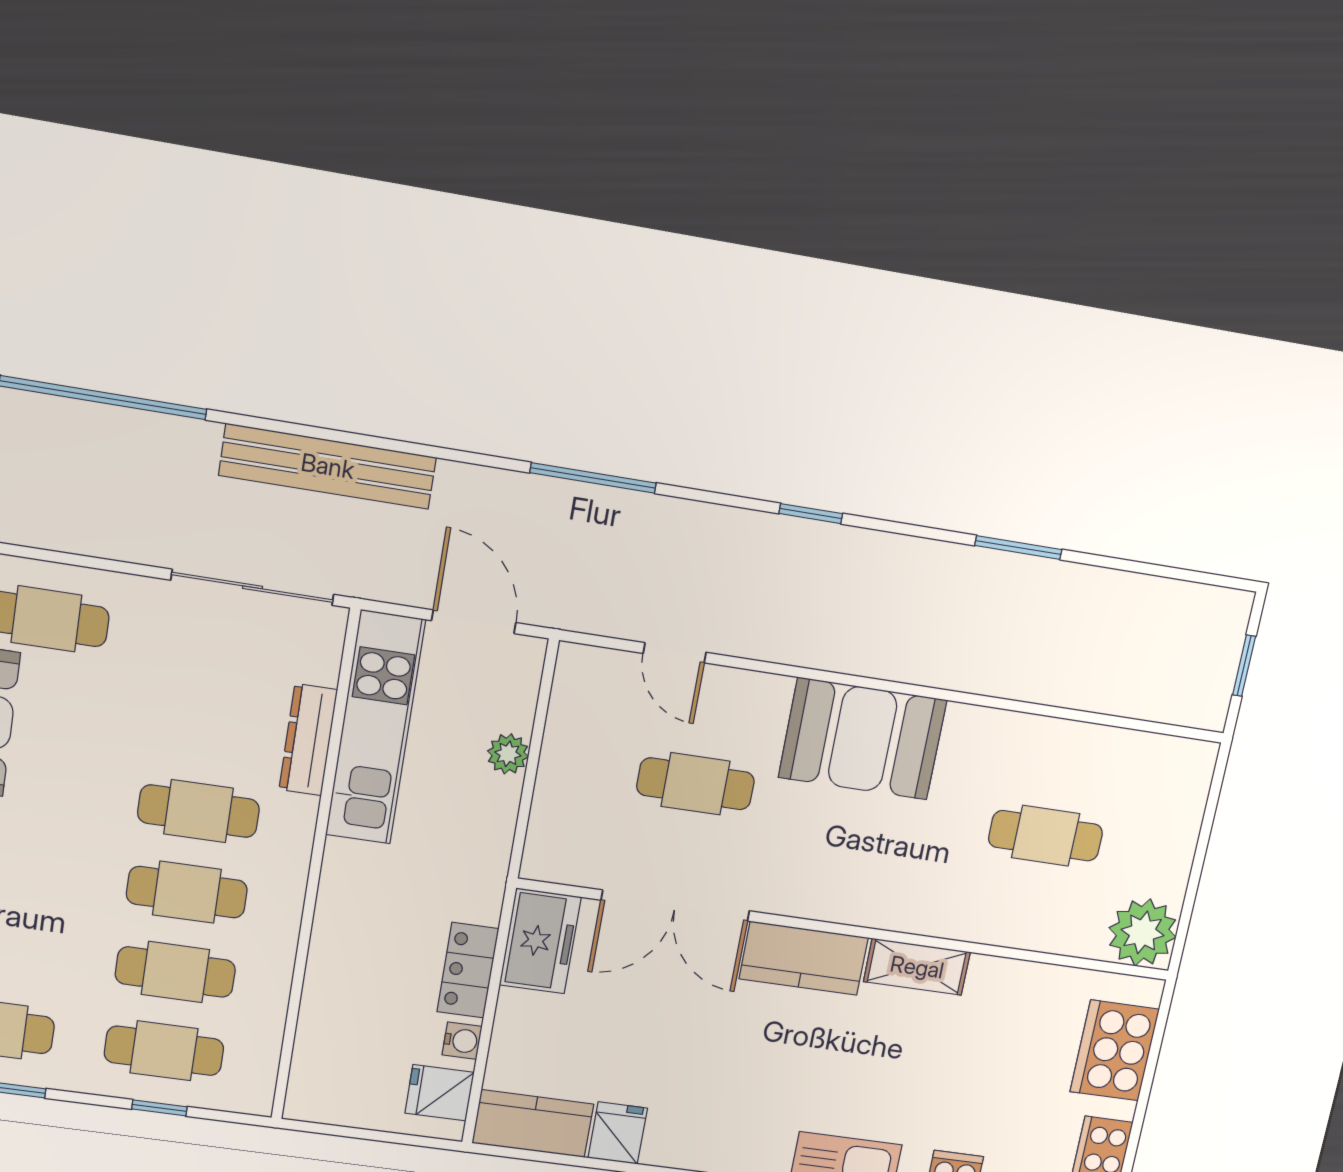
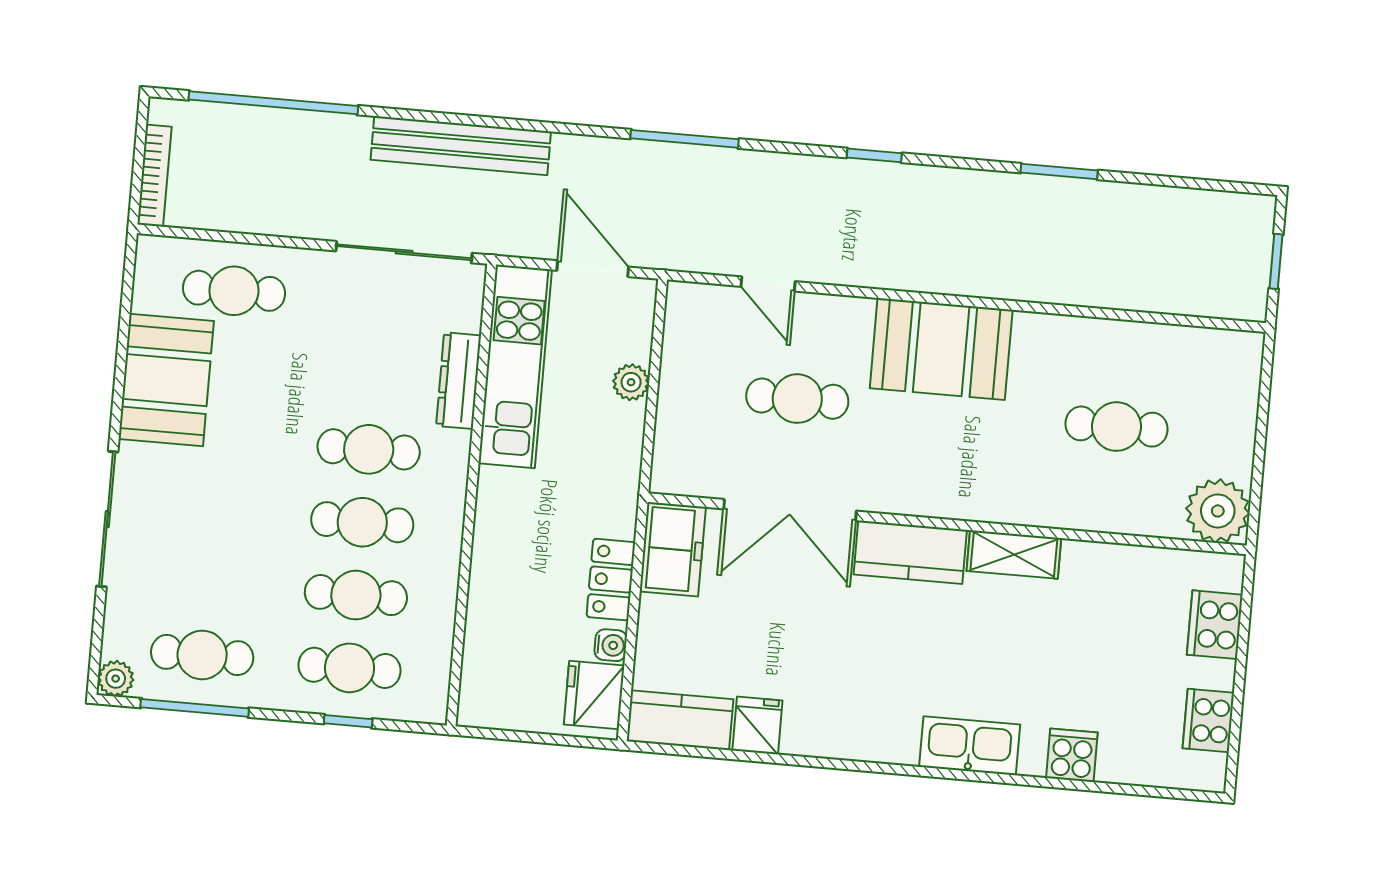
cooker: (1115, 1050) -> (1215, 625), width x0.73, depth x0.76
fridge: (440, 1093) -> (594, 695), width x1.38

